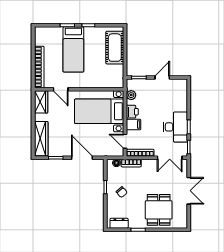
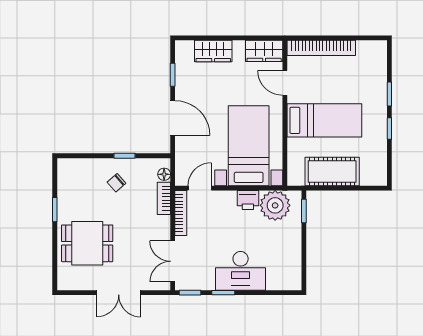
cot: (115, 48) -> (332, 171), moved
bed: (73, 49) -> (324, 120), moved, turned 180
door: (162, 78) -> (304, 249), removed
door: (61, 89) -> (285, 83), hinge flipped
plant: (131, 95) -> (275, 205), width x1.88, depth x1.88
filing cabinet: (134, 125) -> (227, 202), removed
desk: (175, 127) -> (241, 271), moved
wardrobe: (41, 139) -> (213, 51), width x0.67
door: (82, 158) -> (173, 118), hinge flipped
dresser: (119, 223) -> (65, 178), removed

